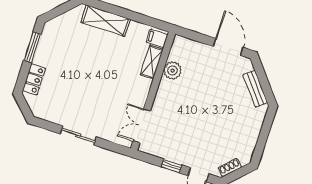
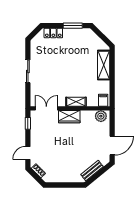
shelving: (152, 62) -> (76, 102), moved
plant: (172, 71) -> (101, 116), moved
wardrobe: (165, 96) -> (69, 117), added
window: (172, 166) -> (28, 123), moved

